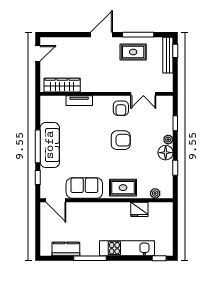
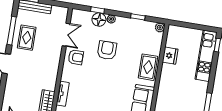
armchair: (121, 140) -> (107, 50), moved
floor lamp: (166, 153) -> (99, 20), moved
plant: (155, 193) -> (160, 27), moved
kitchen unit: (127, 248) -> (206, 56), moved

